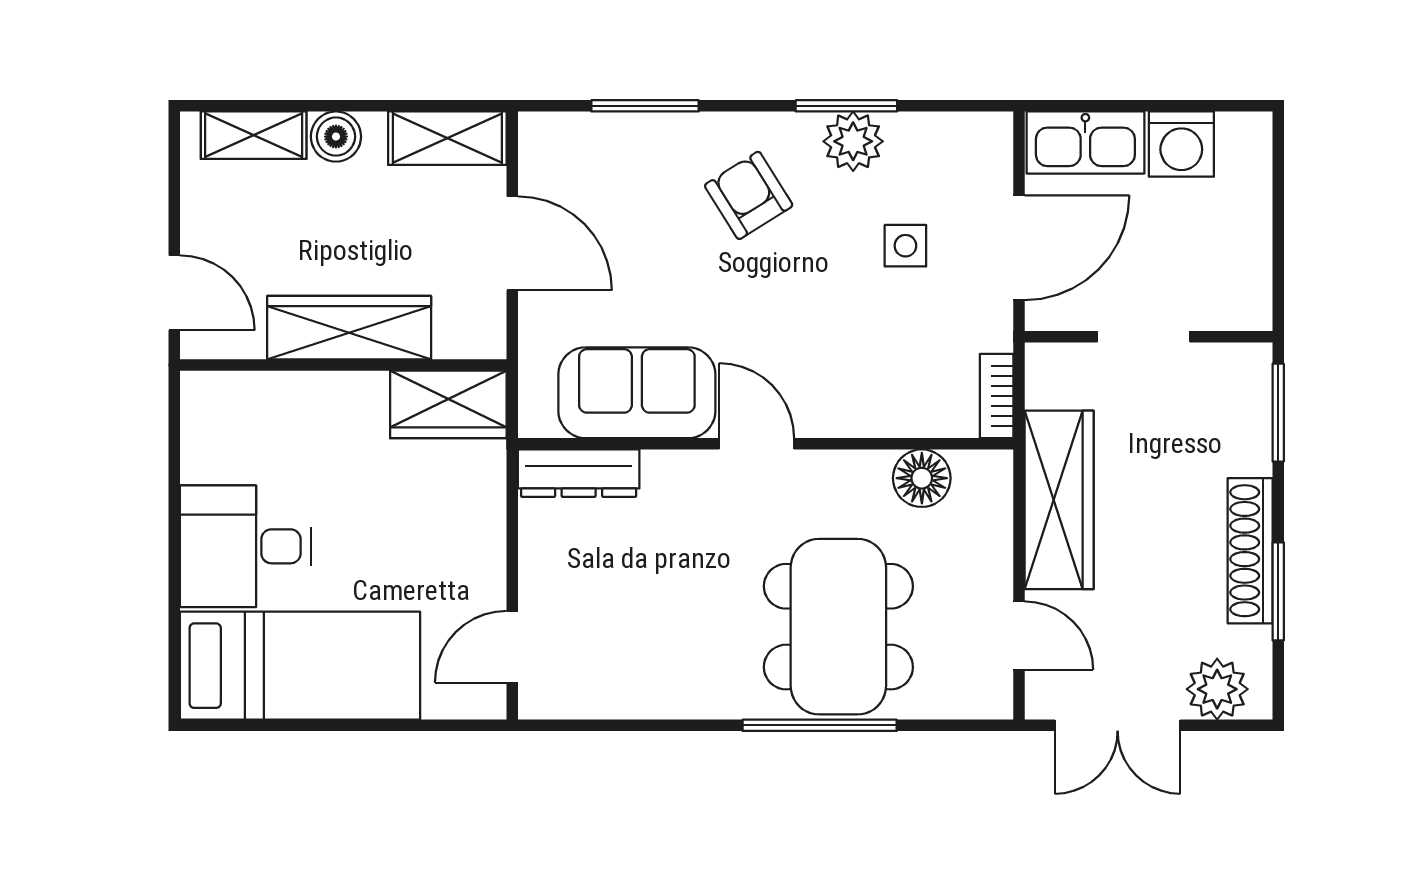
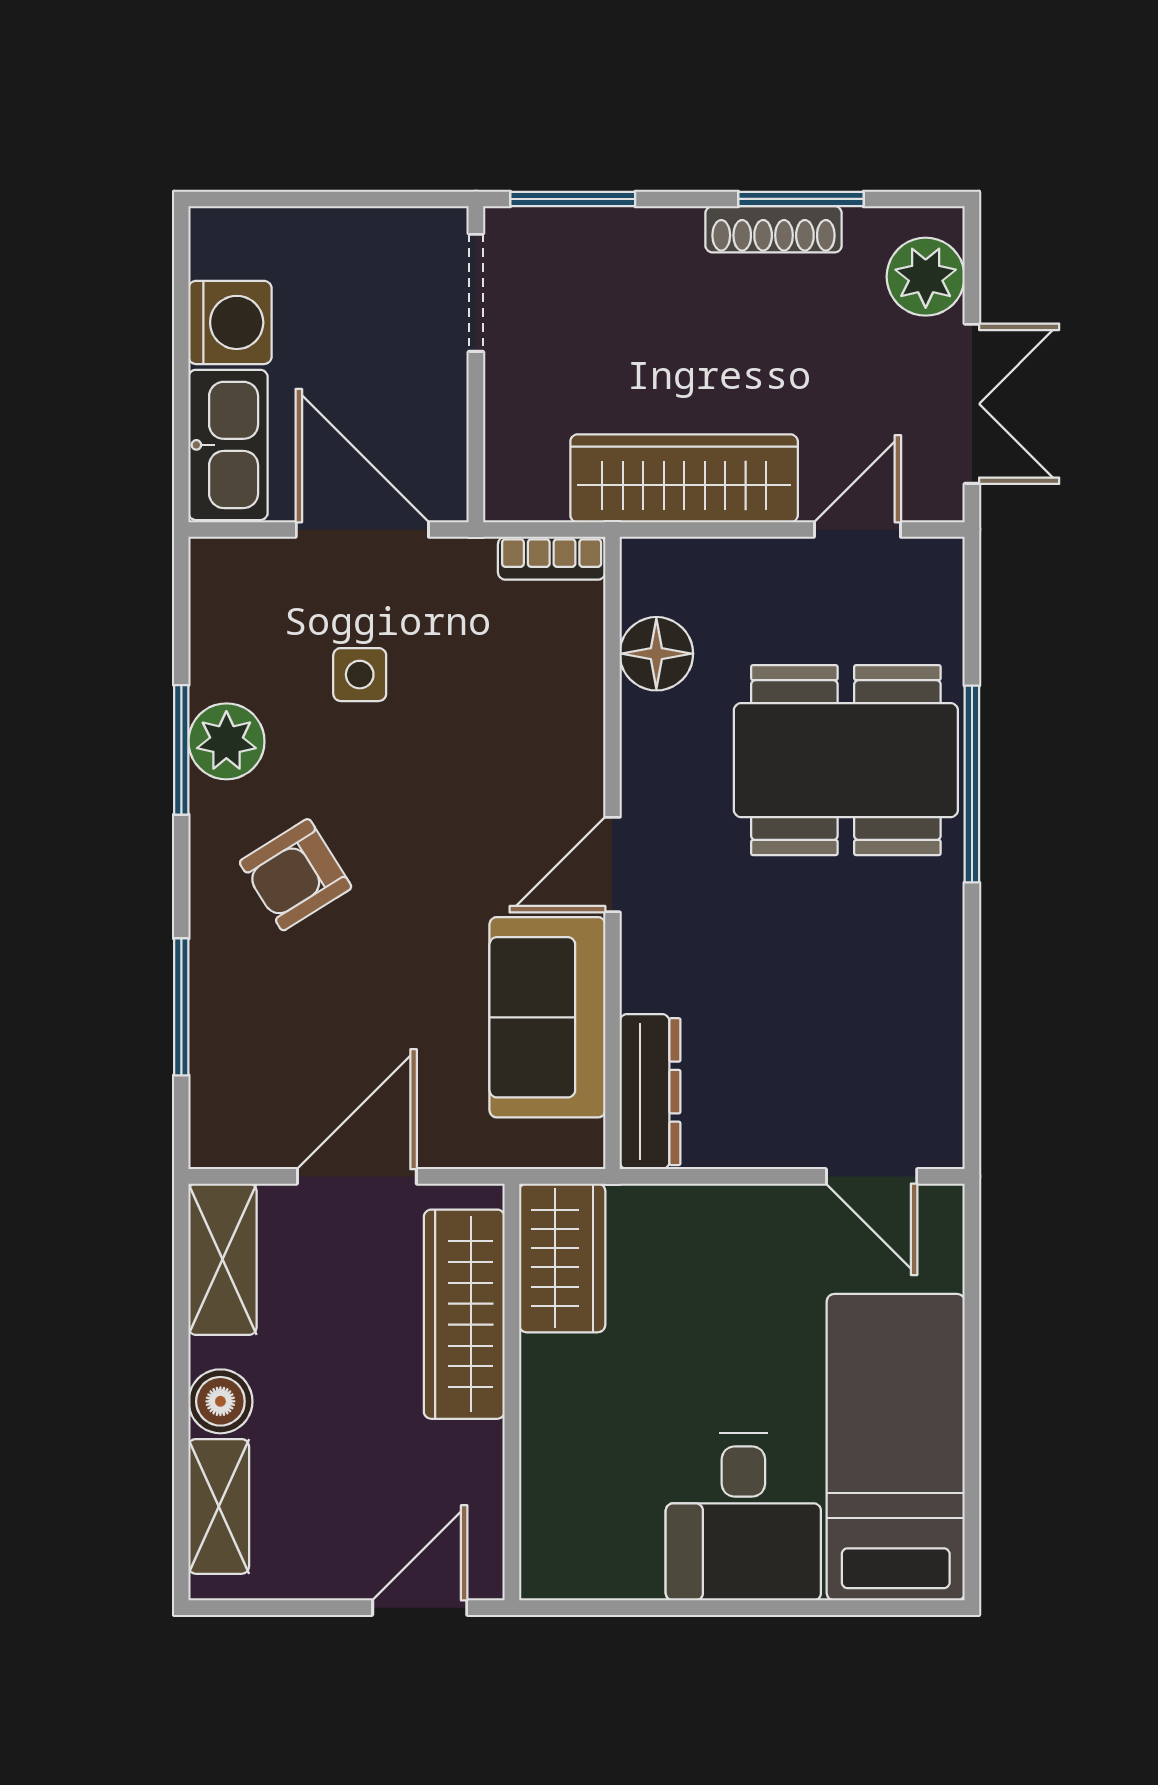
wardrobe: (349, 328) -> (464, 1314), moved
doorway: (1144, 337) -> (476, 293), moved
shoe rack: (1250, 551) -> (774, 229), width x0.74, depth x0.81

